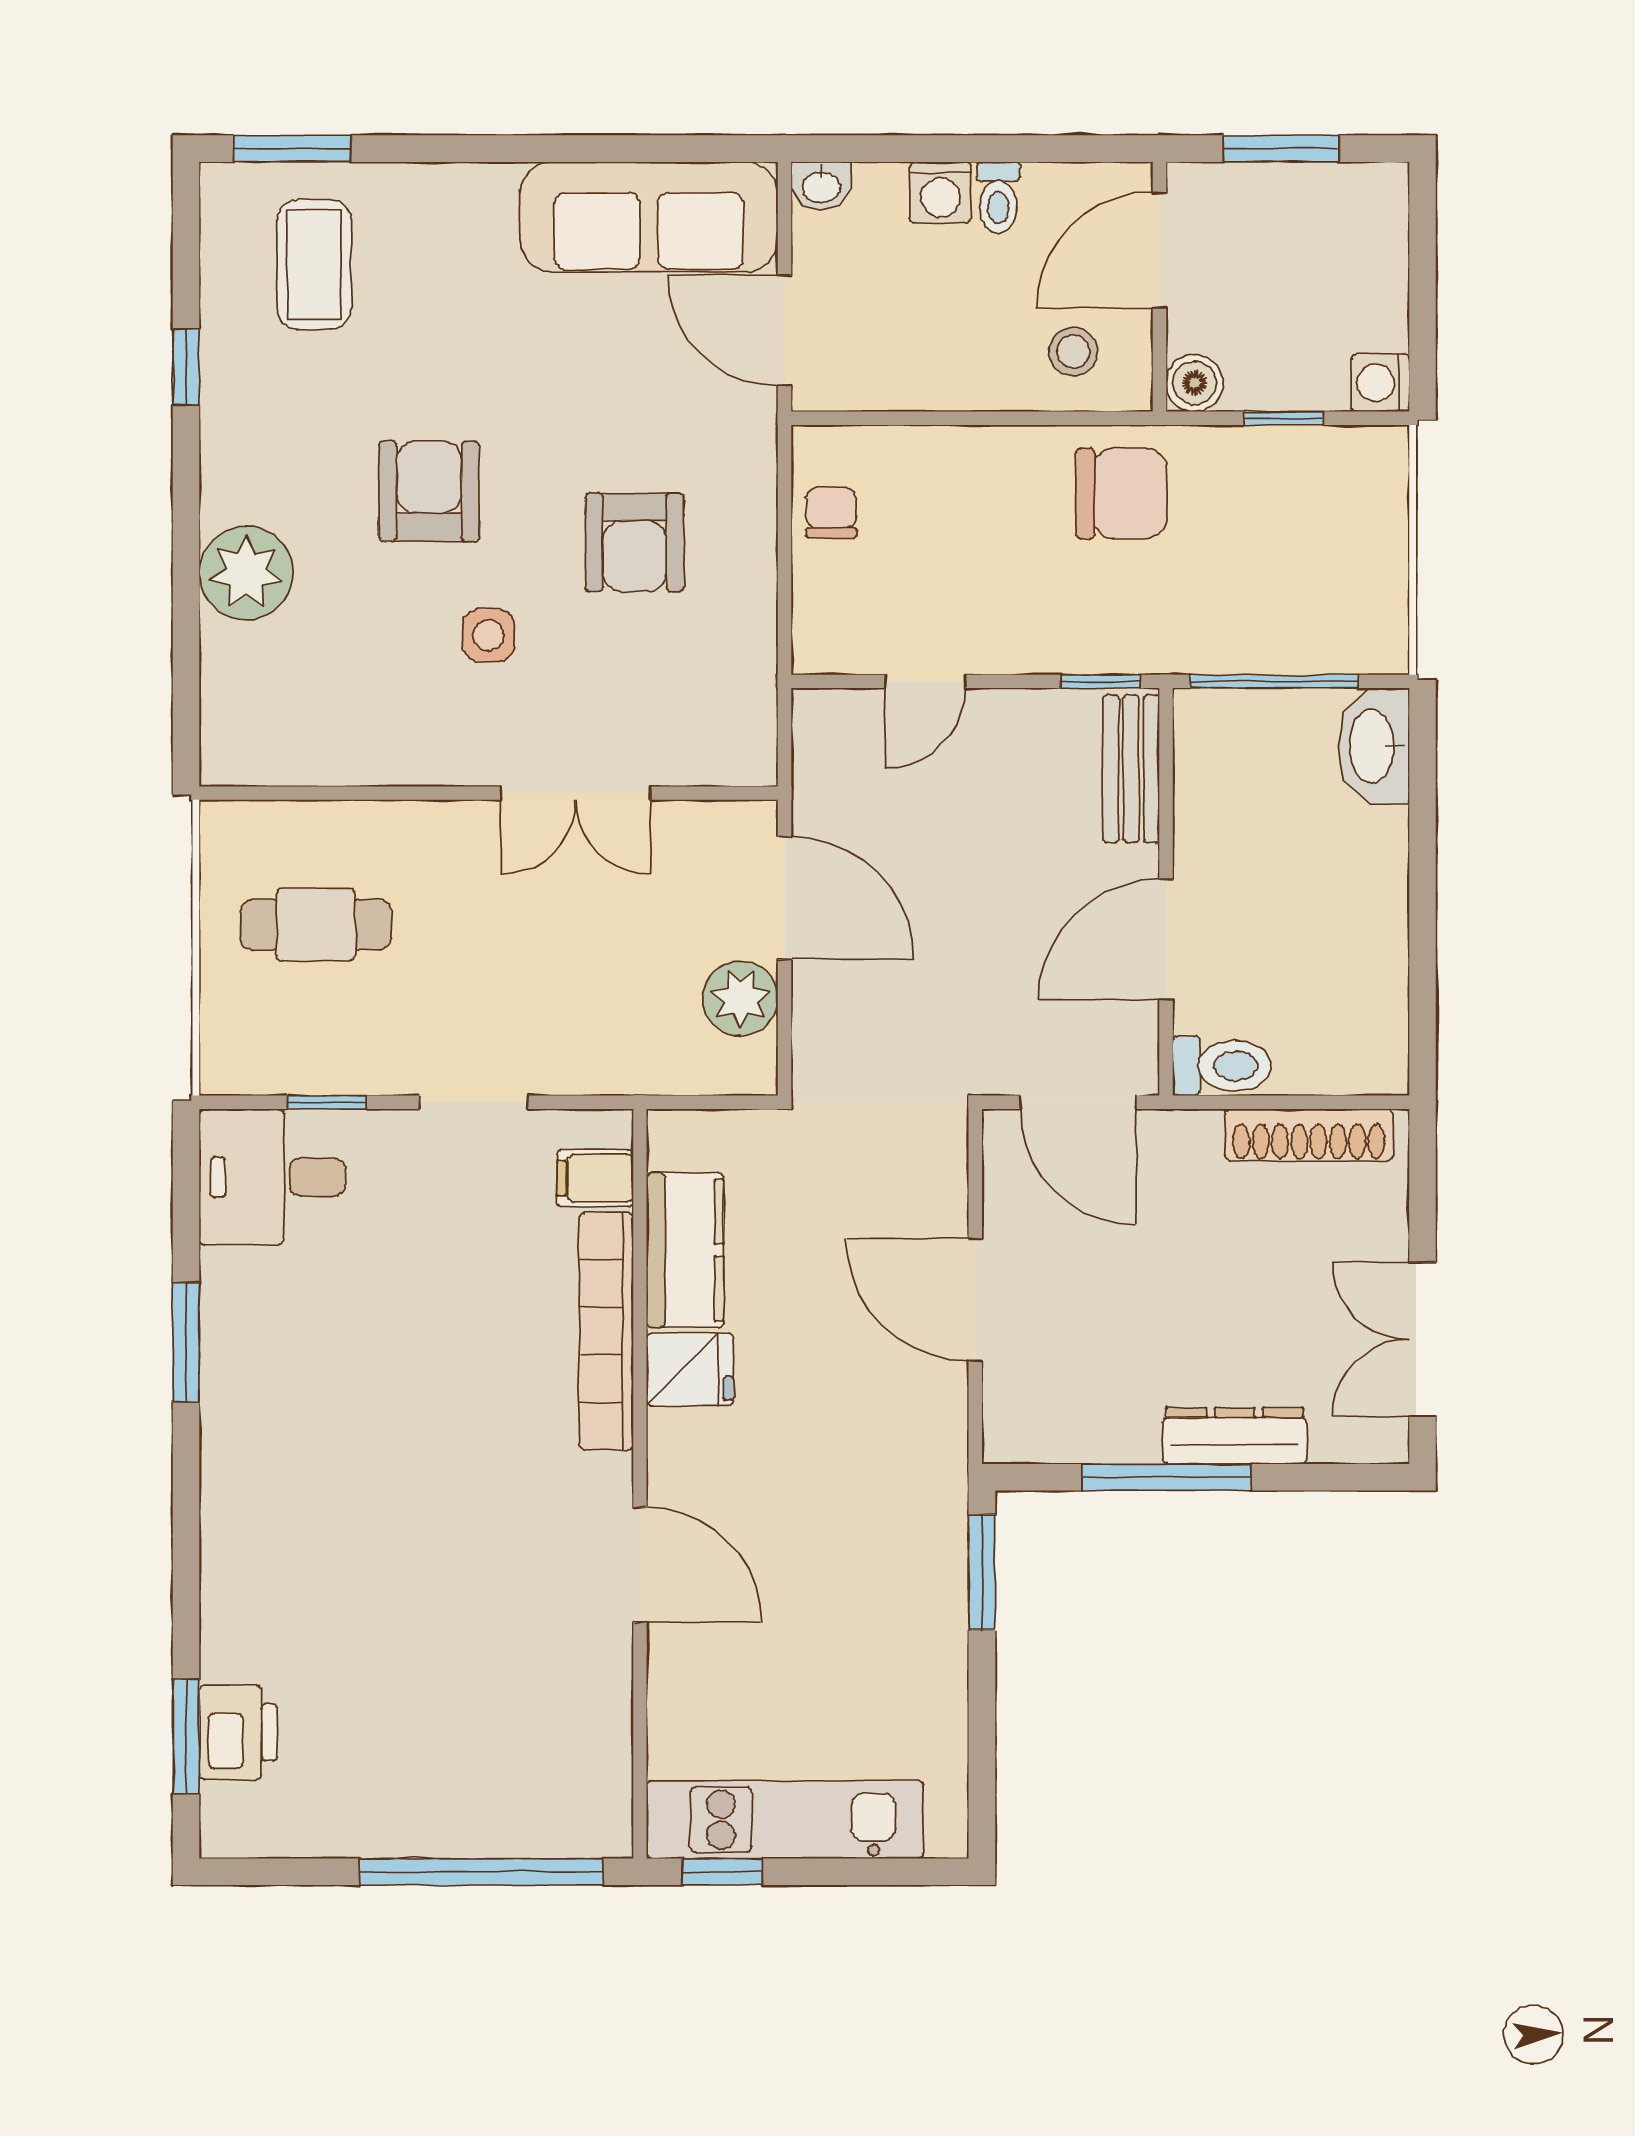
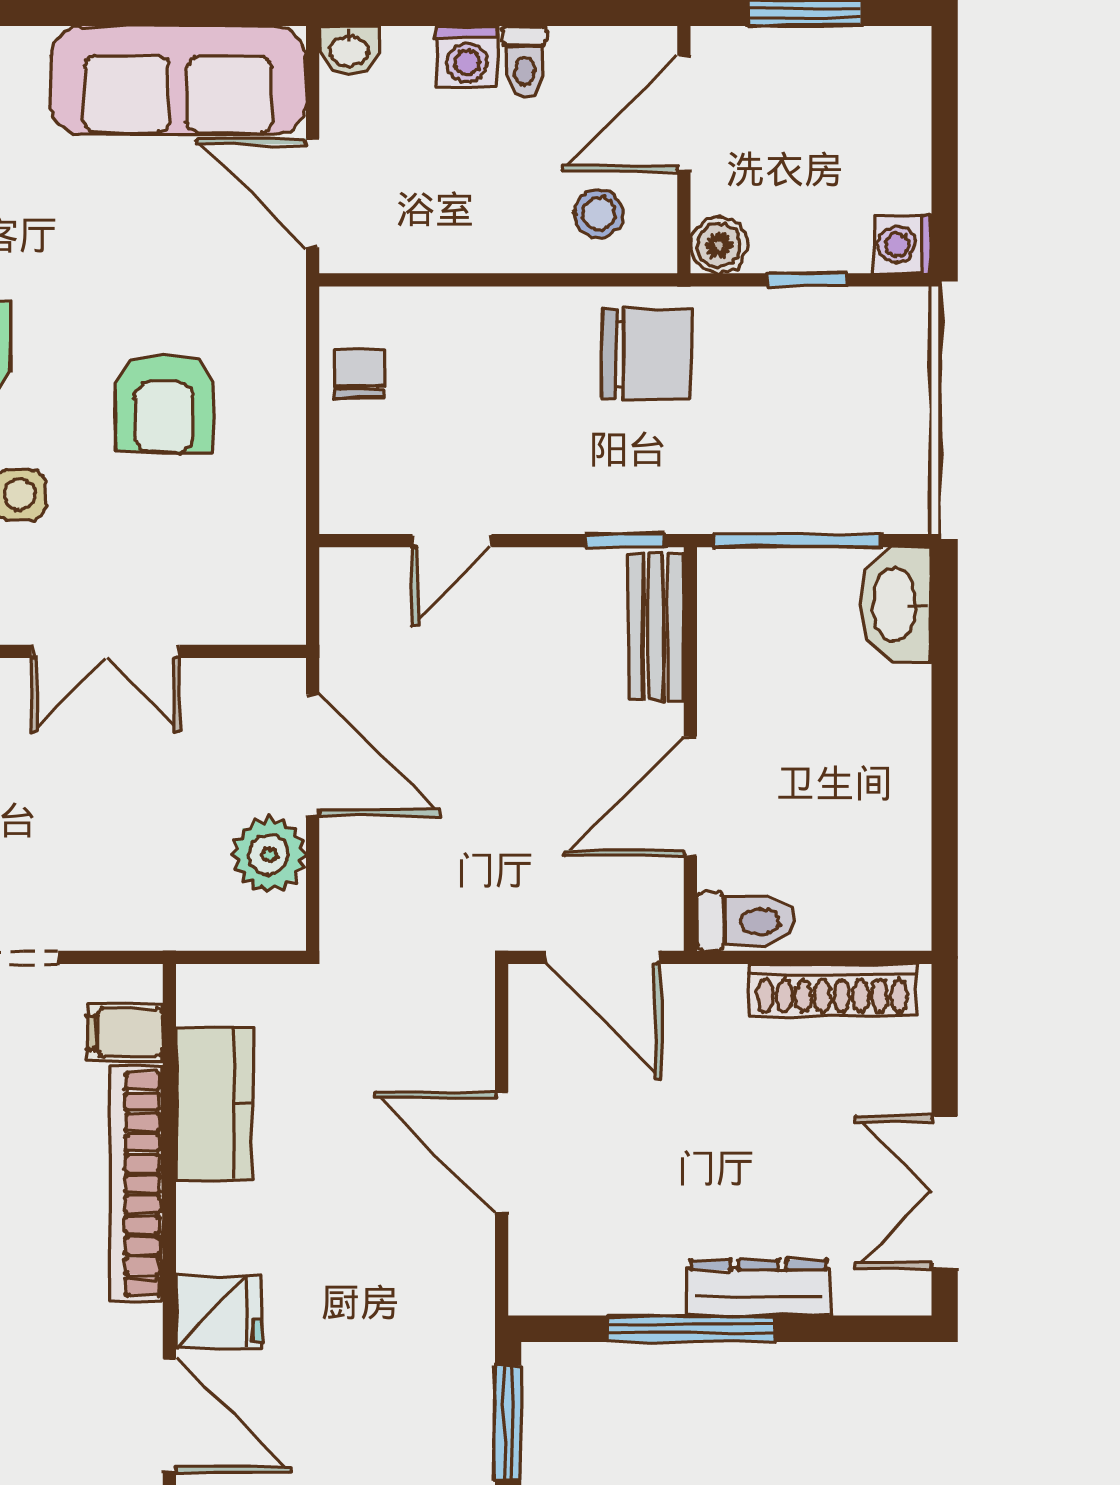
fridge: (690, 1369) -> (219, 1312), moved

